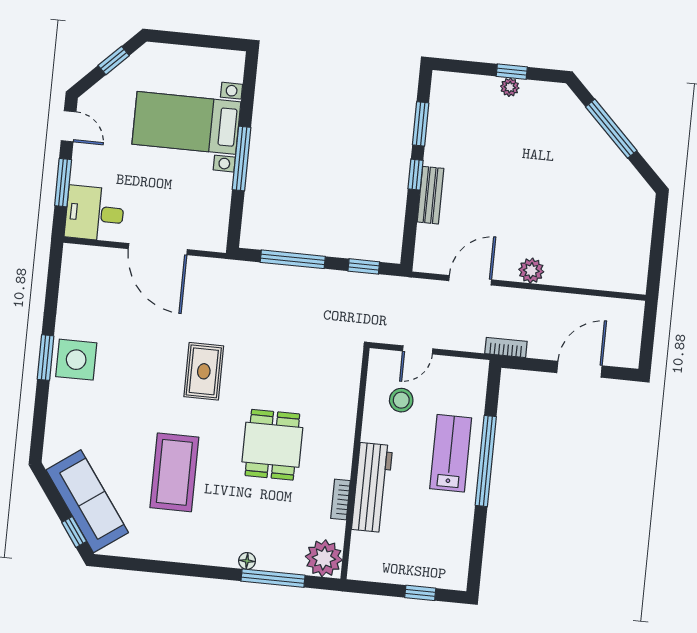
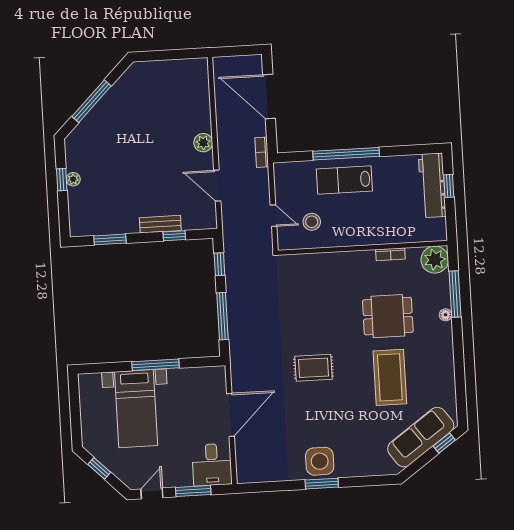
window: (416, 175) -> (174, 236), moved
door: (579, 369) -> (269, 97), width x1.36
dining table: (272, 445) -> (388, 316), moved
coffee table: (174, 472) -> (390, 377), turned 90
workbench: (372, 488) -> (432, 185), moved, turned -90

